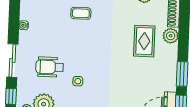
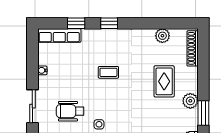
coffee table: (81, 13) -> (108, 72), moved
plant: (171, 36) -> (190, 101), moved

